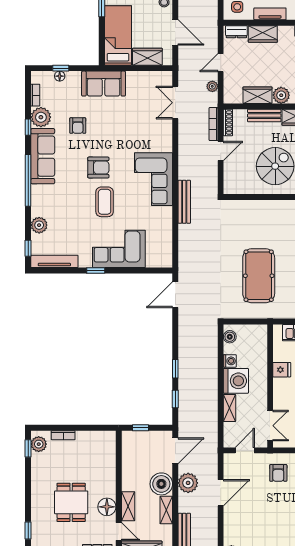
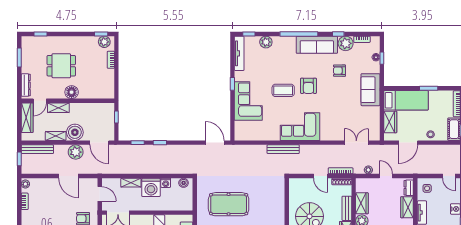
floor lamp: (107, 507) -> (72, 92), moved

